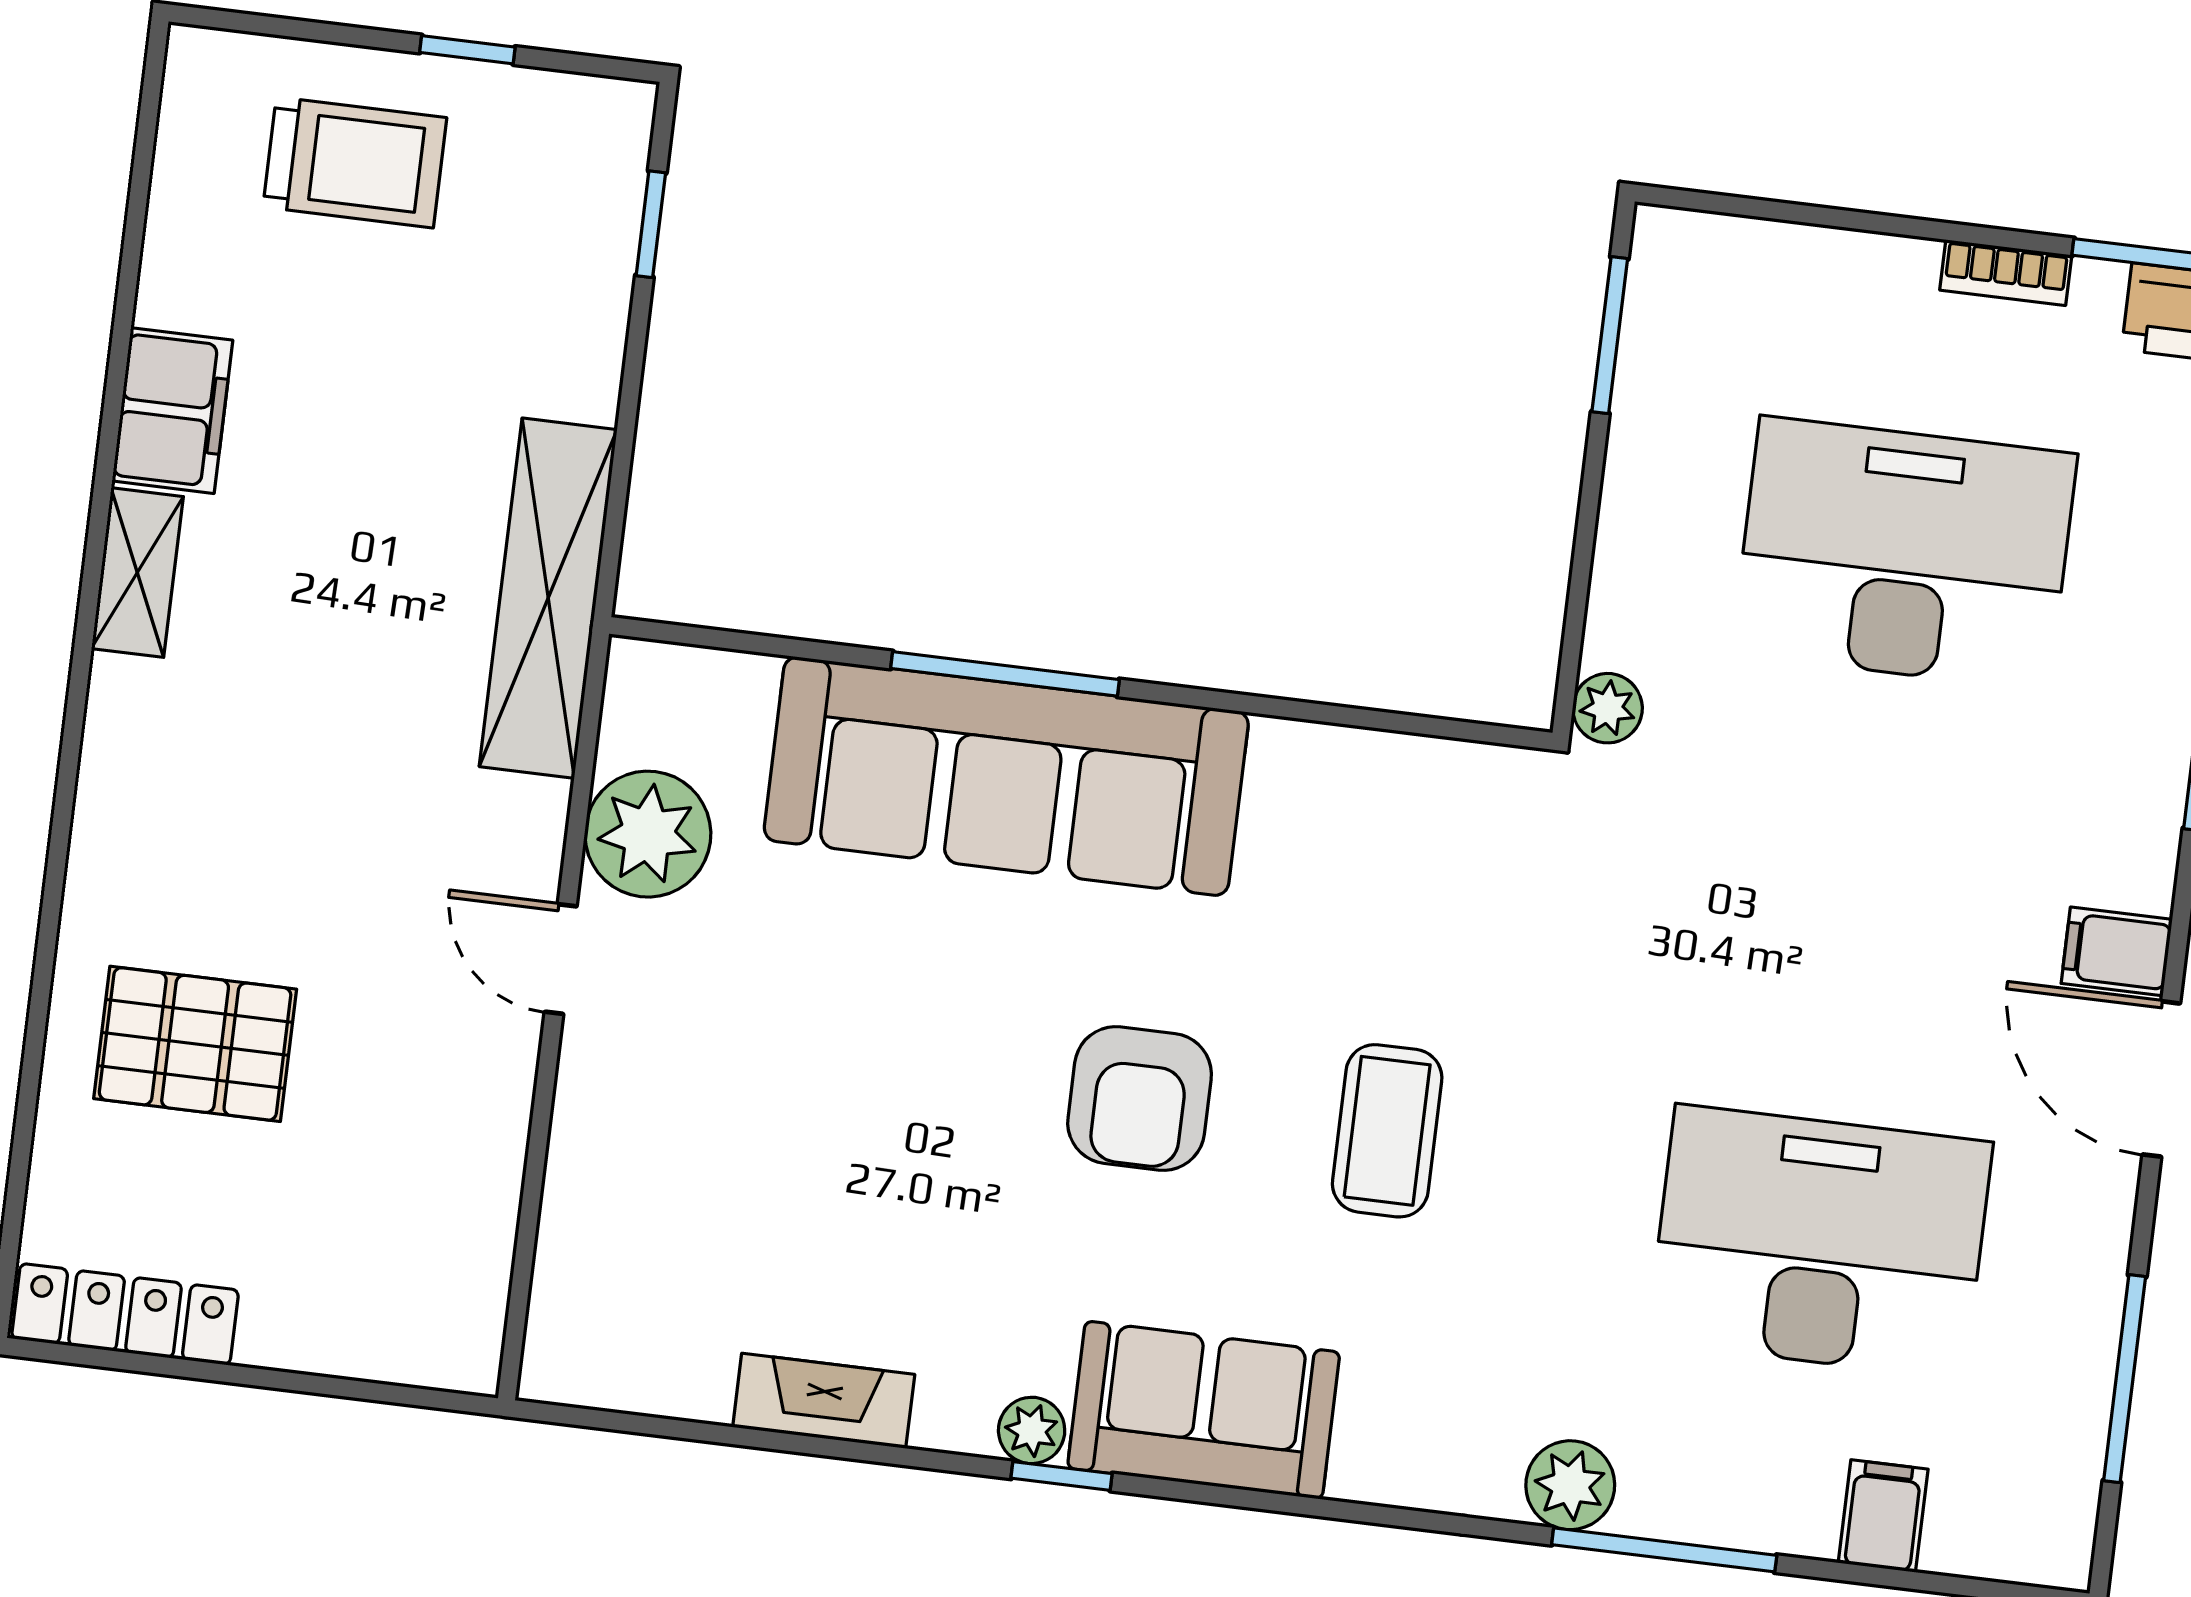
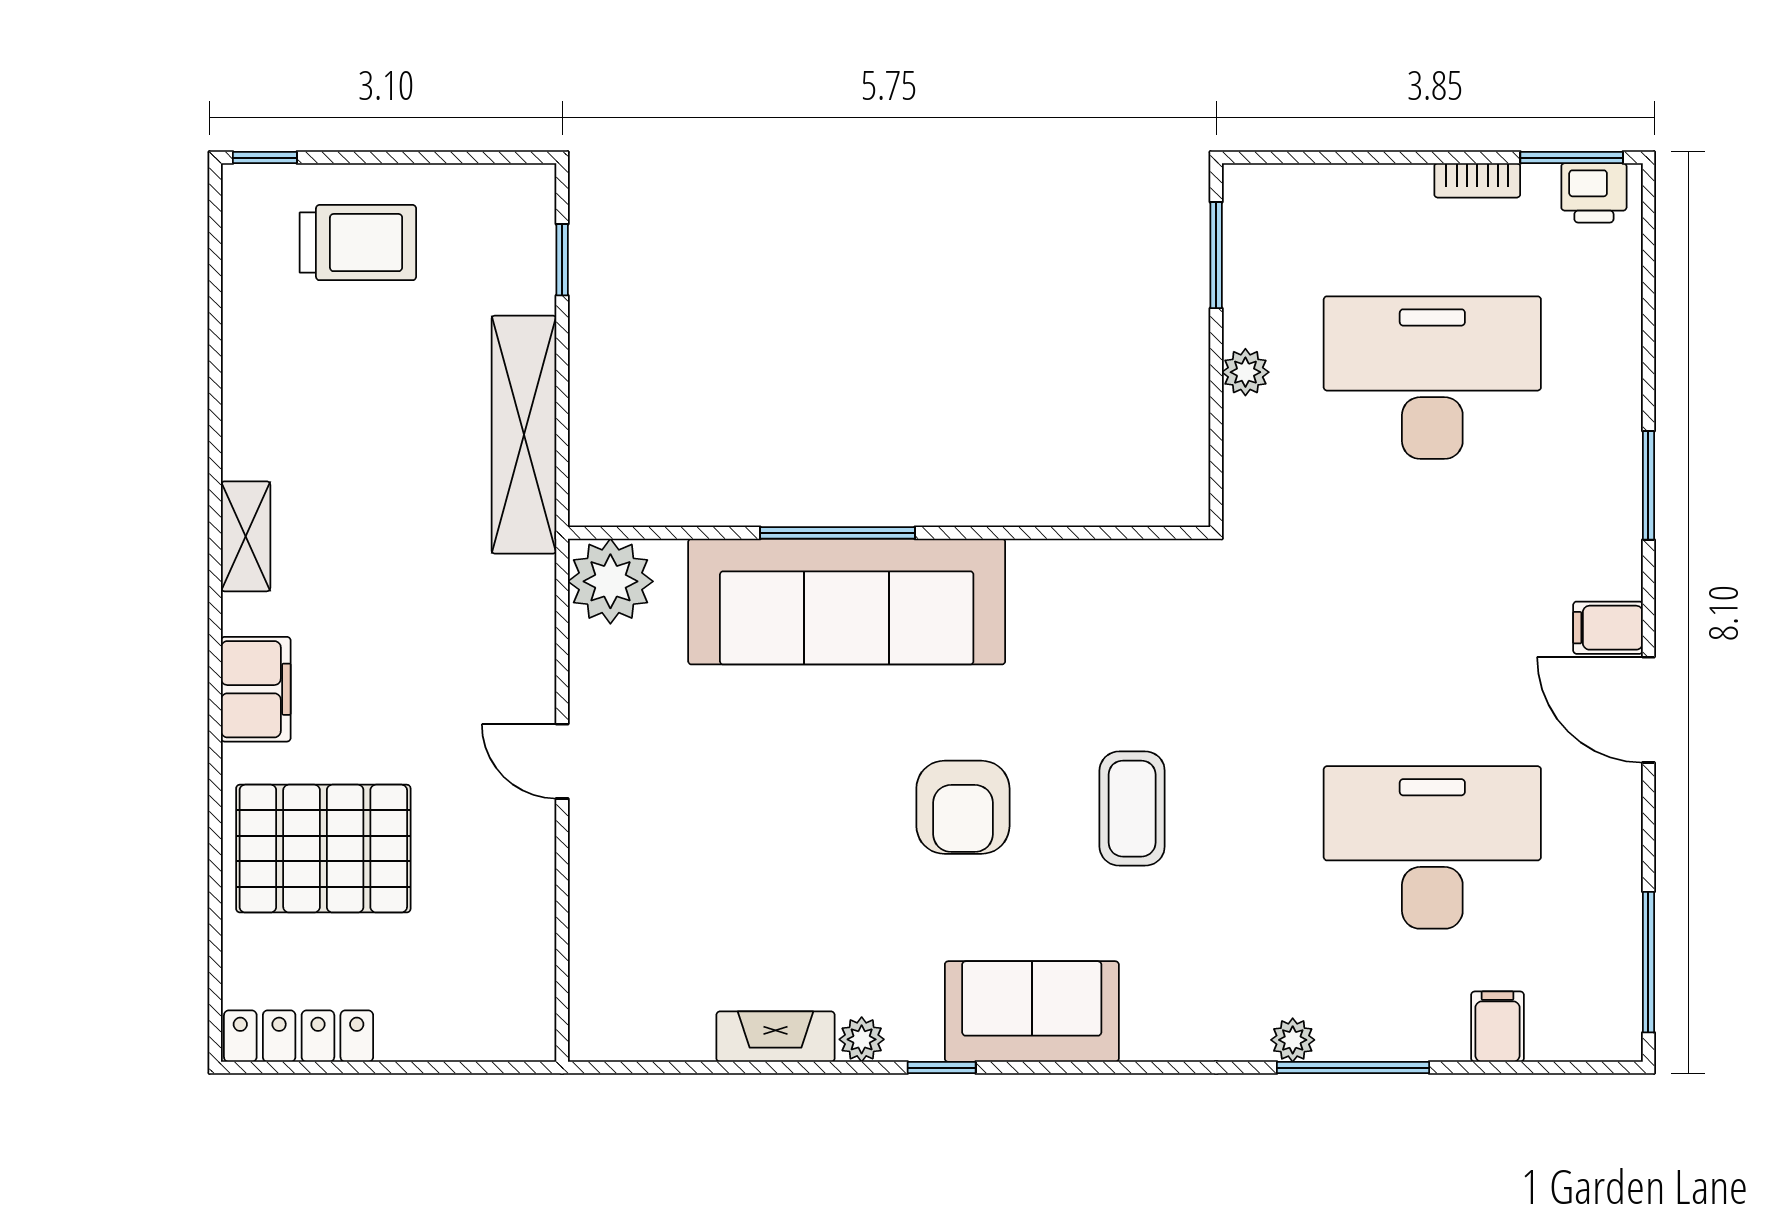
window: (467, 50) -> (265, 158), moved
filing cabinet: (172, 411) -> (256, 689), moved
shelving: (548, 598) -> (524, 435), moved
plant: (1608, 708) -> (1245, 372), moved
plant: (648, 834) -> (610, 581), moved
pallet: (195, 1044) -> (323, 849), width x1.37, depth x1.41
window: (2125, 1379) -> (1648, 962), moved
plant: (1032, 1430) -> (862, 1039), moved
plant: (1570, 1485) -> (1293, 1040), width x0.73, depth x0.73

